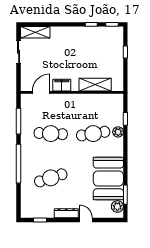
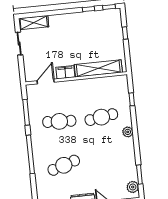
shelving: (95, 85) -> (98, 68), width x1.47
plant: (118, 132) -> (128, 132), moved
booth: (108, 178) -> (121, 160), removed

